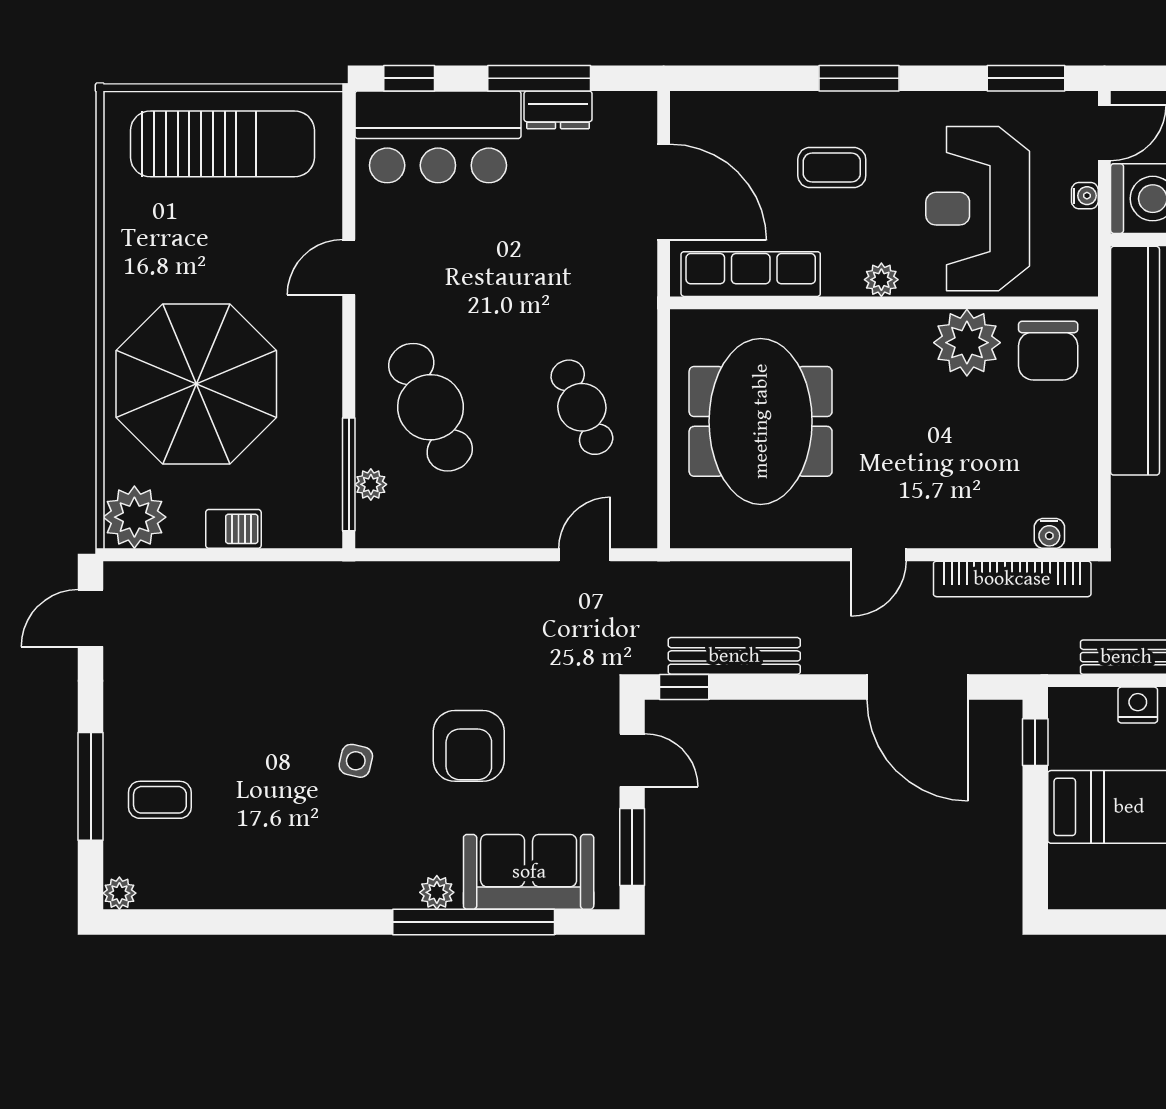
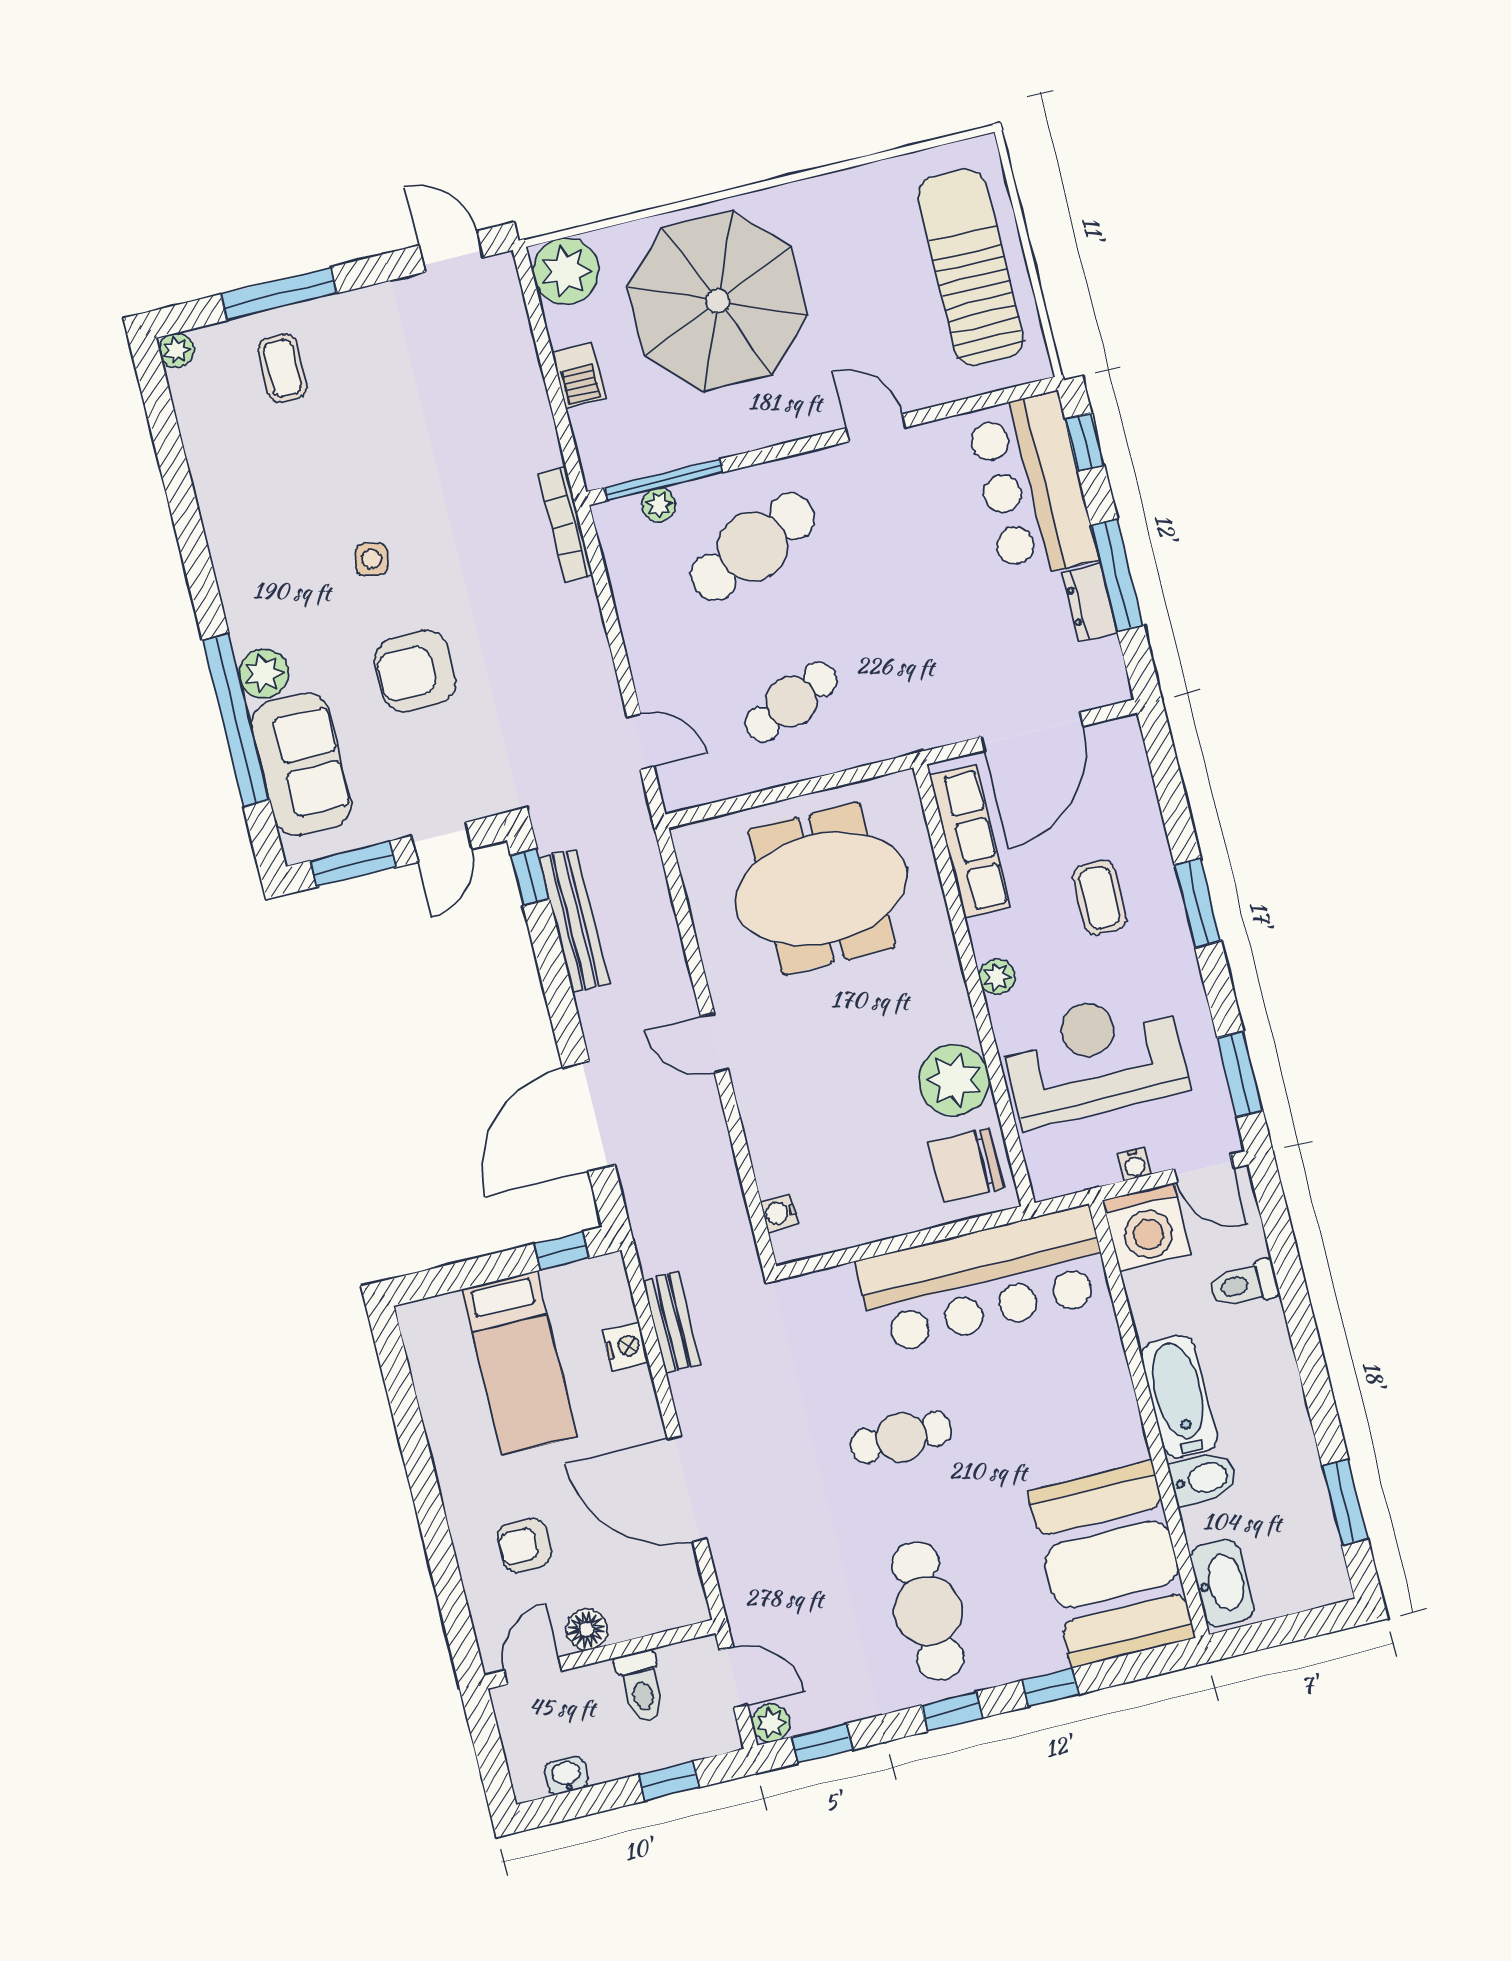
sun lounger: (222, 144) -> (970, 267), turned 180
bookcase: (1012, 579) -> (566, 525), moved, width x0.68, depth x0.76
plant: (437, 892) -> (264, 674), width x1.38, depth x1.38

